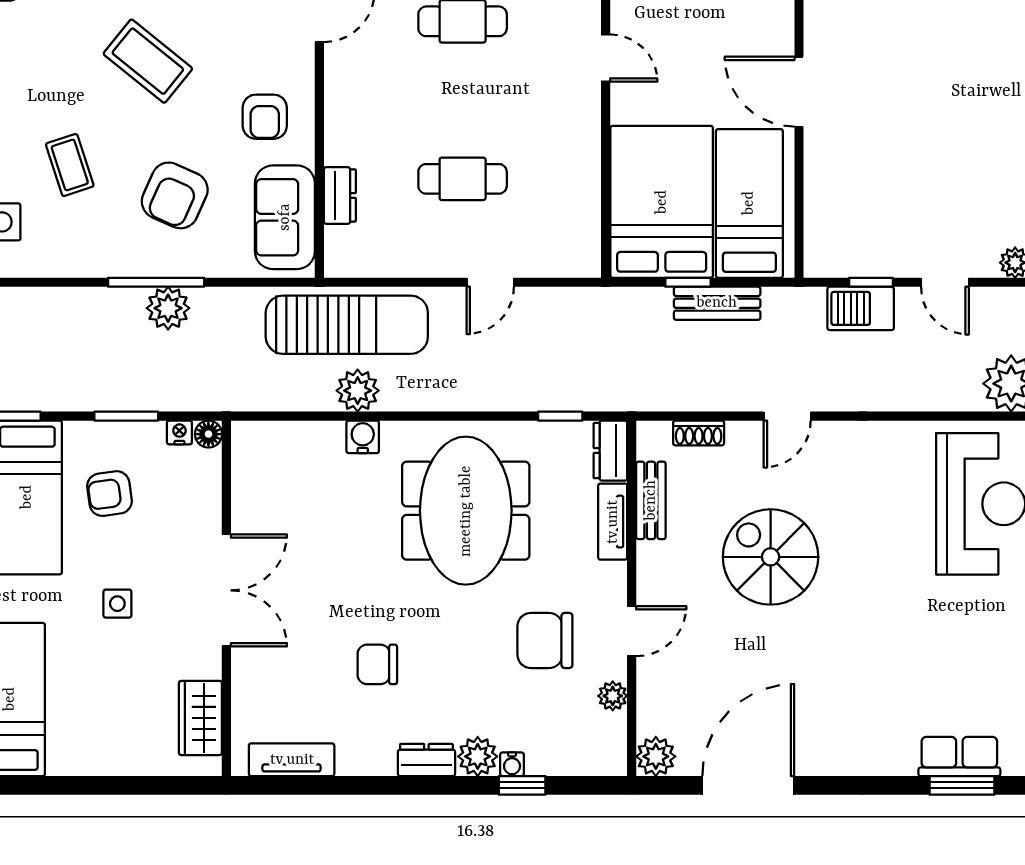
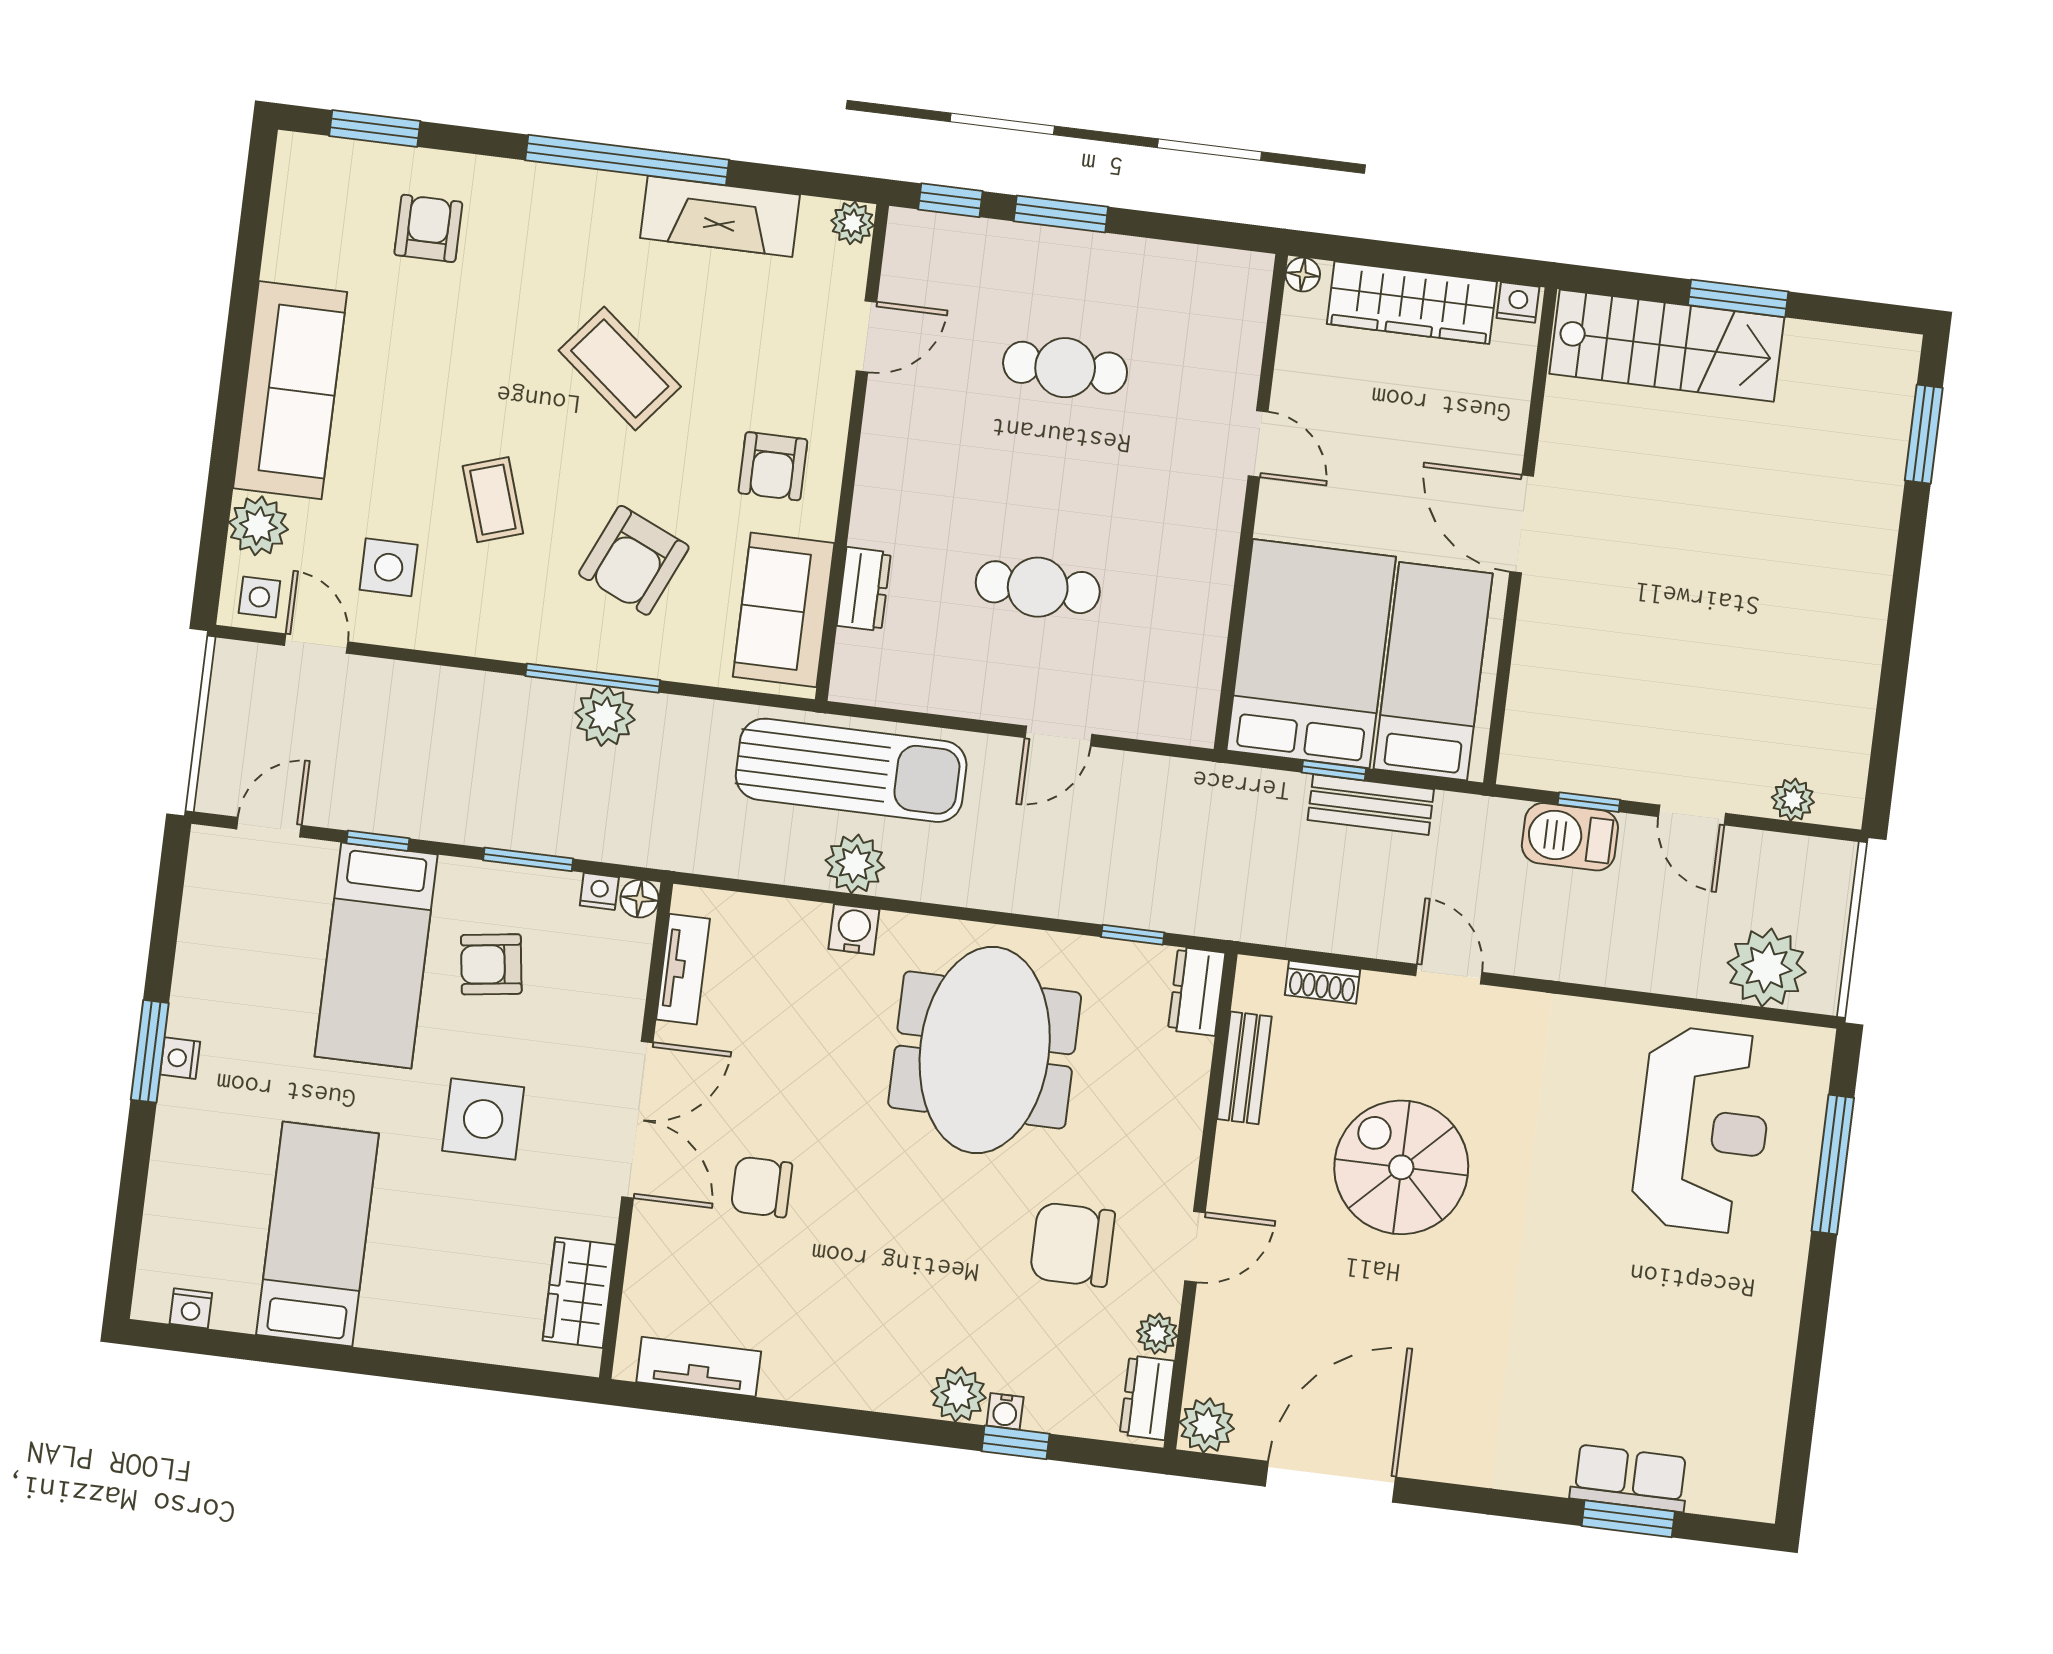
door: (787, 416) -> (1449, 974), swing flipped
tv unit: (613, 522) -> (683, 969), moved, turned 180
side table: (117, 604) -> (483, 1119), width x1.87, depth x1.87
chair: (377, 664) -> (761, 1187), moved
dresser: (426, 760) -> (1147, 1398), moved, turned -90

